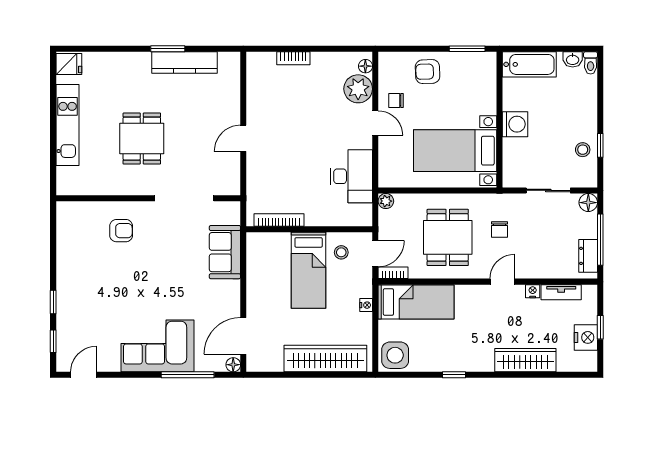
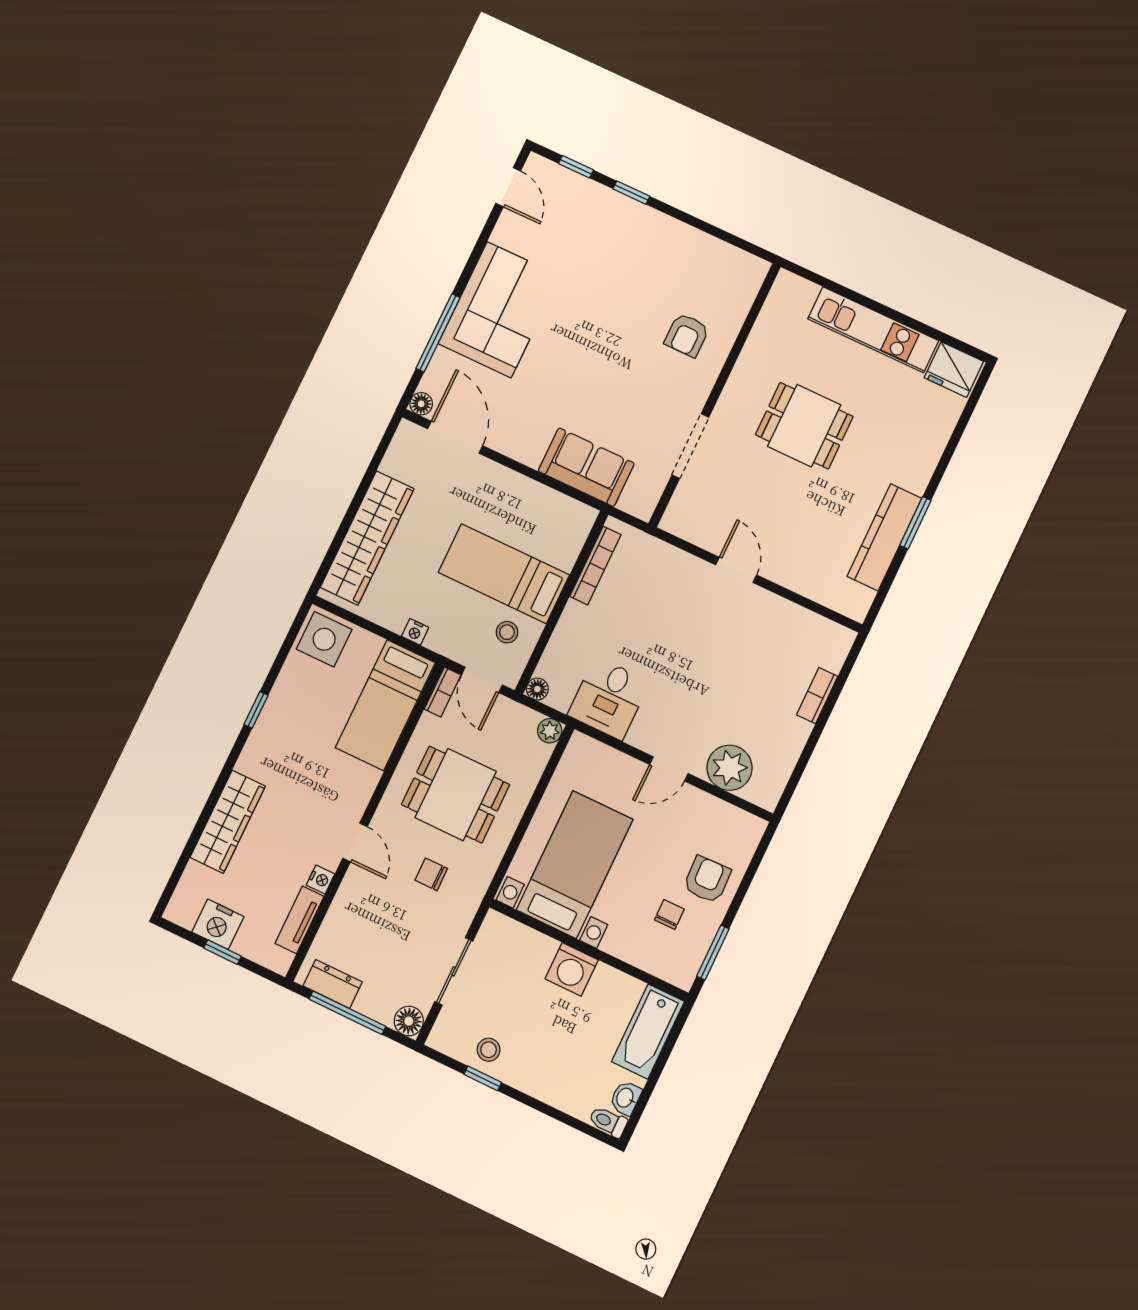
fridge: (69, 64) -> (954, 370), width x1.38
floor lamp: (365, 66) -> (537, 689), moved
chair: (396, 100) -> (669, 915), moved
desk: (351, 176) -> (609, 698), width x0.73
doorway: (184, 198) -> (690, 446), width x0.73

